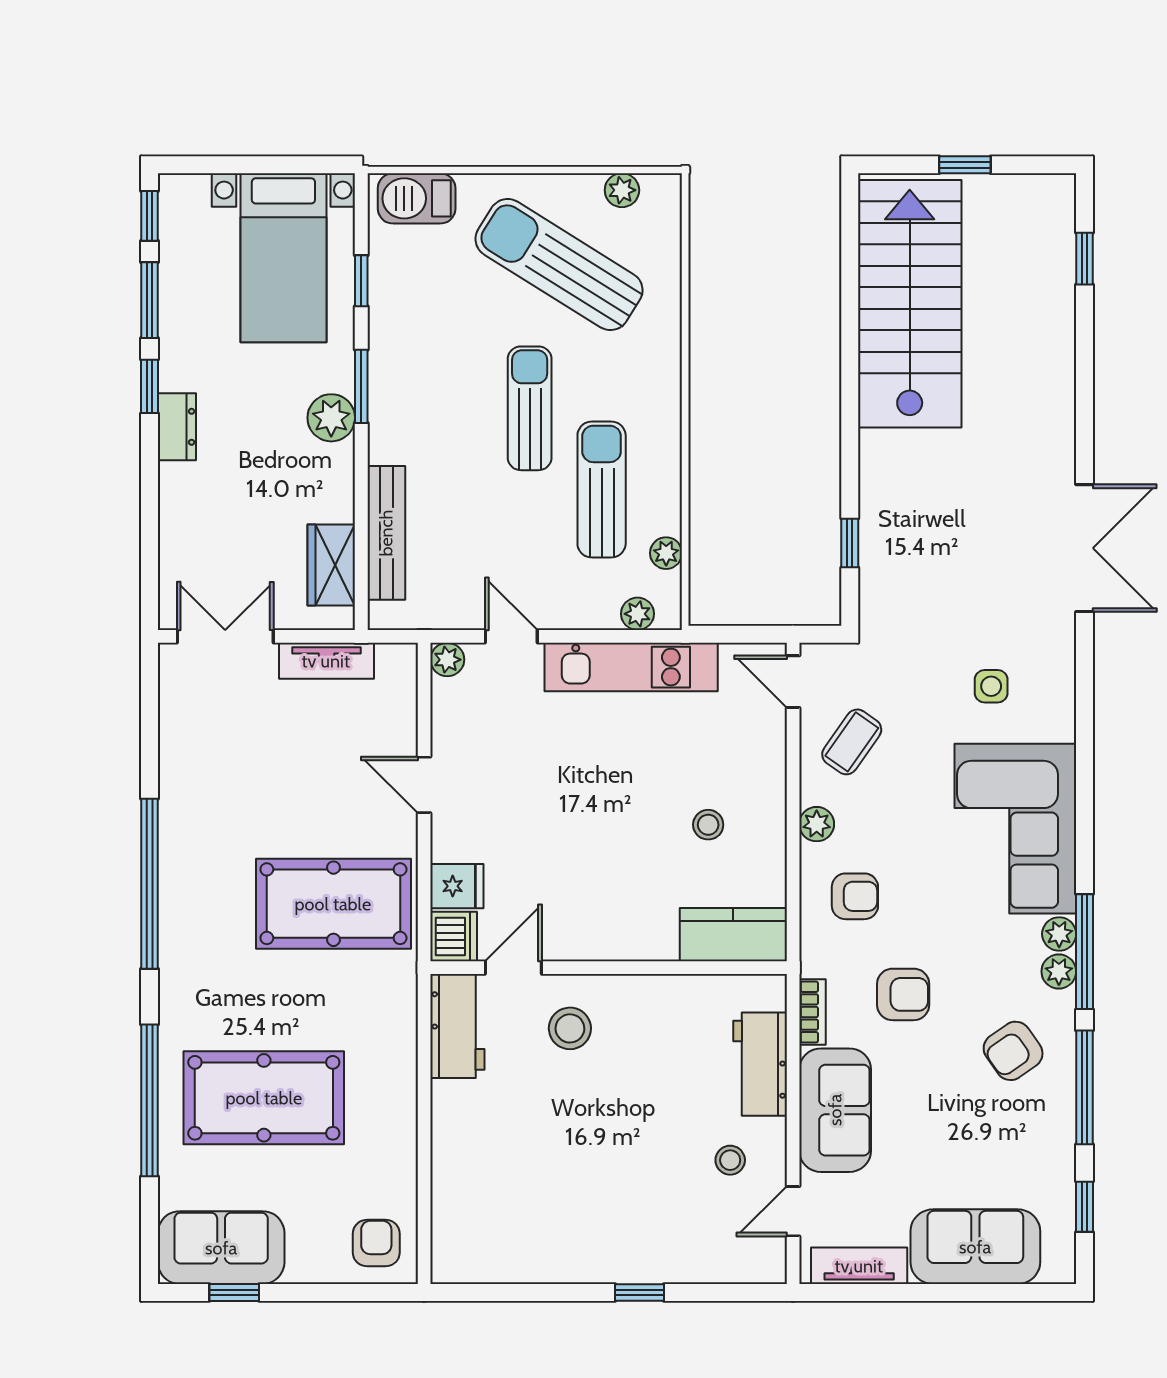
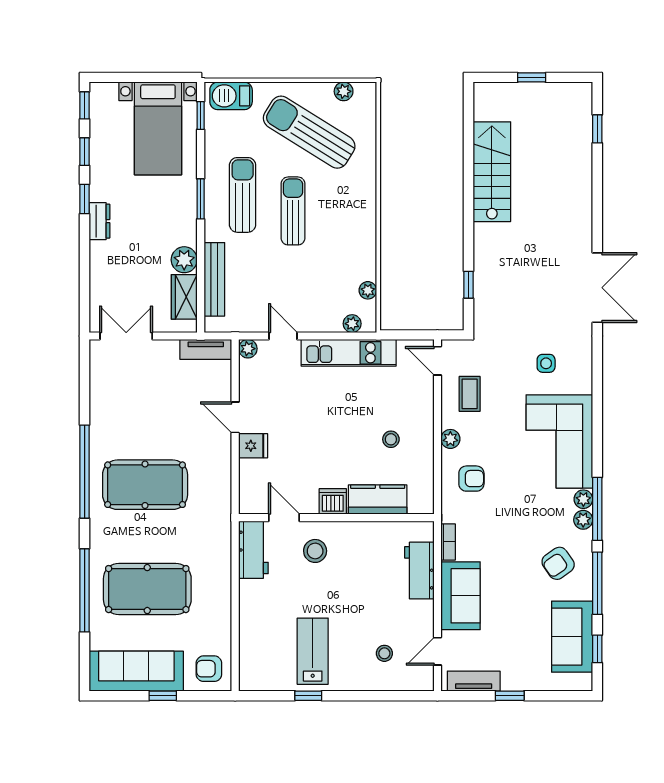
window: (361, 281) -> (201, 116), moved
window: (150, 300) -> (85, 152), width x0.67
stairs: (910, 304) -> (492, 172), width x0.73, depth x0.66
plant: (331, 418) -> (184, 260), moved
sun lounger: (602, 490) -> (243, 195), moved
tv unit: (326, 661) -> (206, 349), moved
coffee table: (852, 742) -> (470, 394), turned -35
fridge: (457, 886) -> (253, 446), moved
pool table: (333, 904) -> (145, 485), moved
kitchen counter: (733, 935) -> (378, 500), moved
dishwasher: (454, 936) -> (333, 501), moved, turned -90
door: (513, 968) -> (284, 518), hinge flipped
armchair: (903, 994) -> (498, 532), removed
stool: (730, 1160) -> (384, 653), moved
lab bench: (566, 1211) -> (313, 651), added
armchair: (376, 1243) -> (209, 669), turned -90
sofa: (975, 1247) -> (572, 637), moved, turned -90
sofa: (221, 1248) -> (136, 671), width x1.36
window: (234, 1293) -> (163, 696), moved
window: (639, 1293) -> (308, 696), moved
window: (925, 1293) -> (510, 696), added

